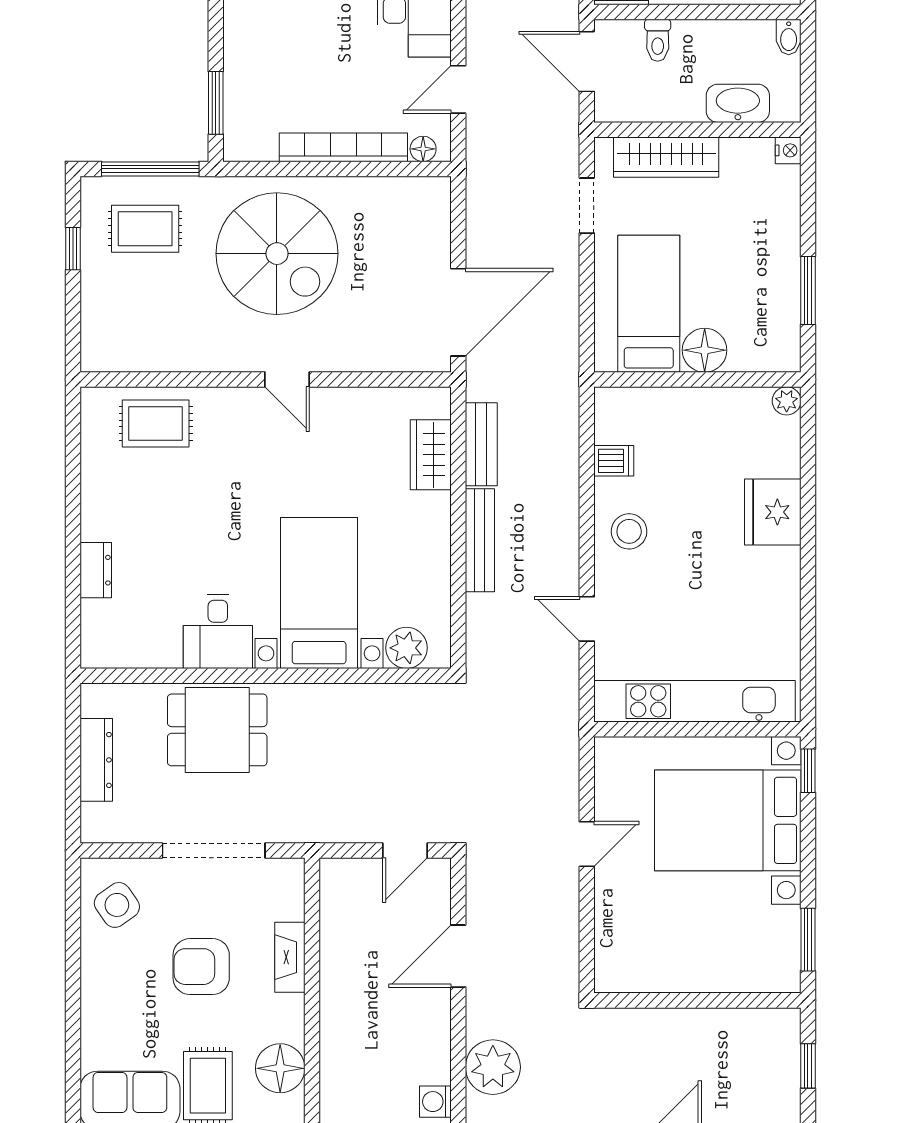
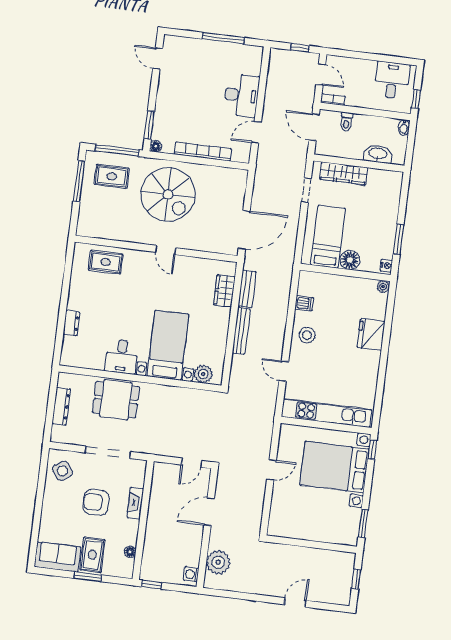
floor lamp: (423, 149) -> (156, 146), moved
nightstand: (788, 150) -> (386, 266), moved
window: (73, 249) -> (79, 181), width x2.17
floor lamp: (280, 1068) -> (130, 552), width x0.53, depth x0.53

